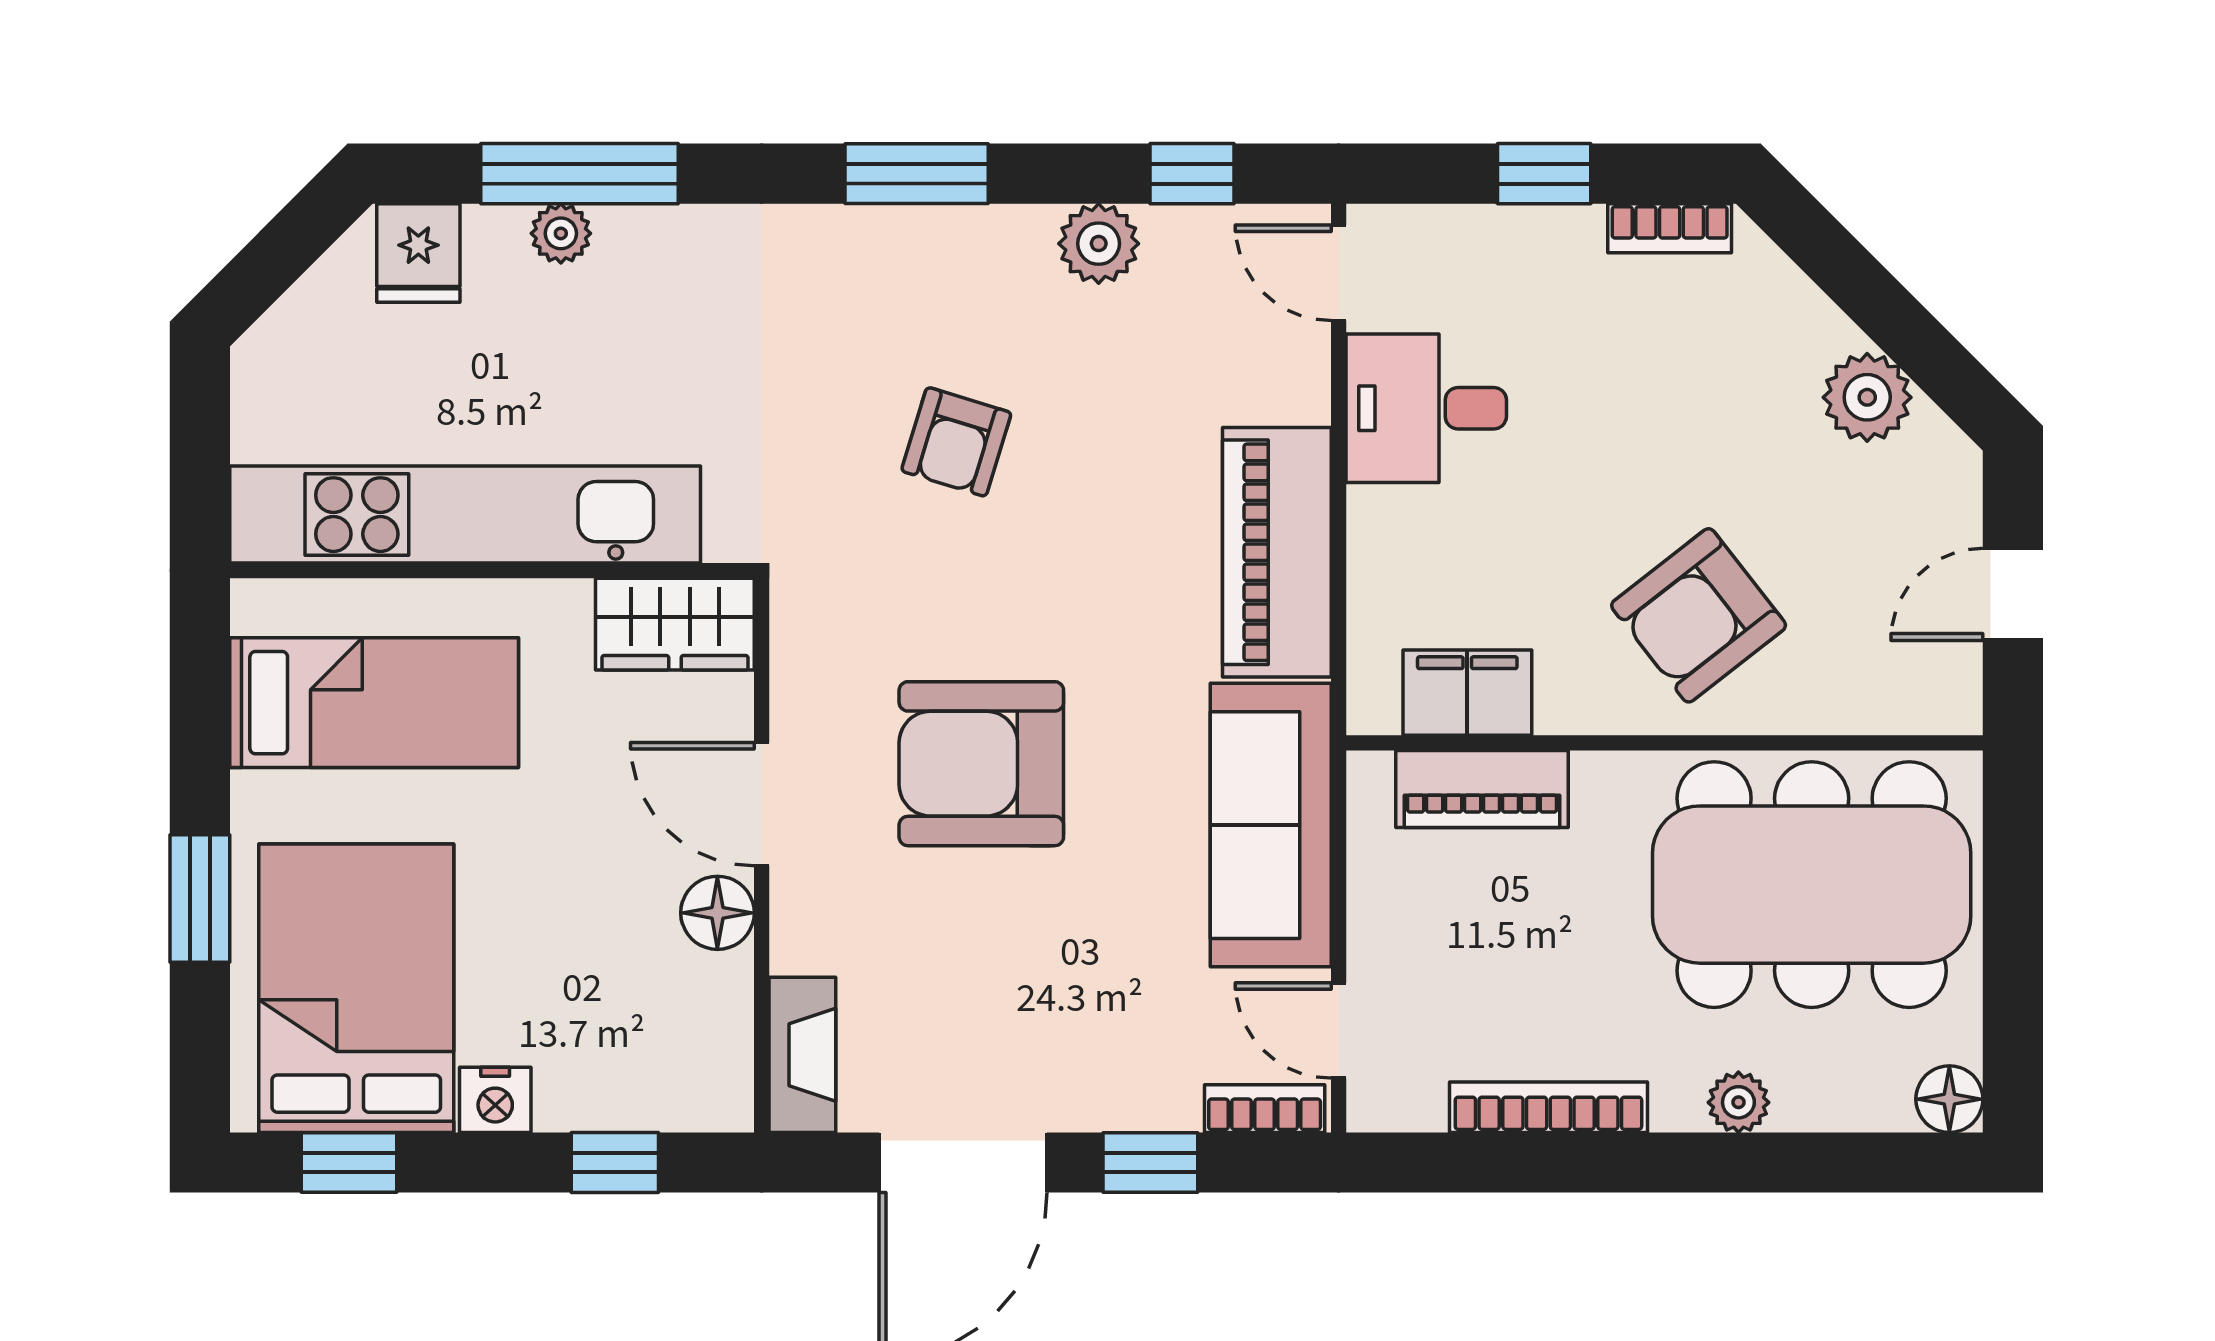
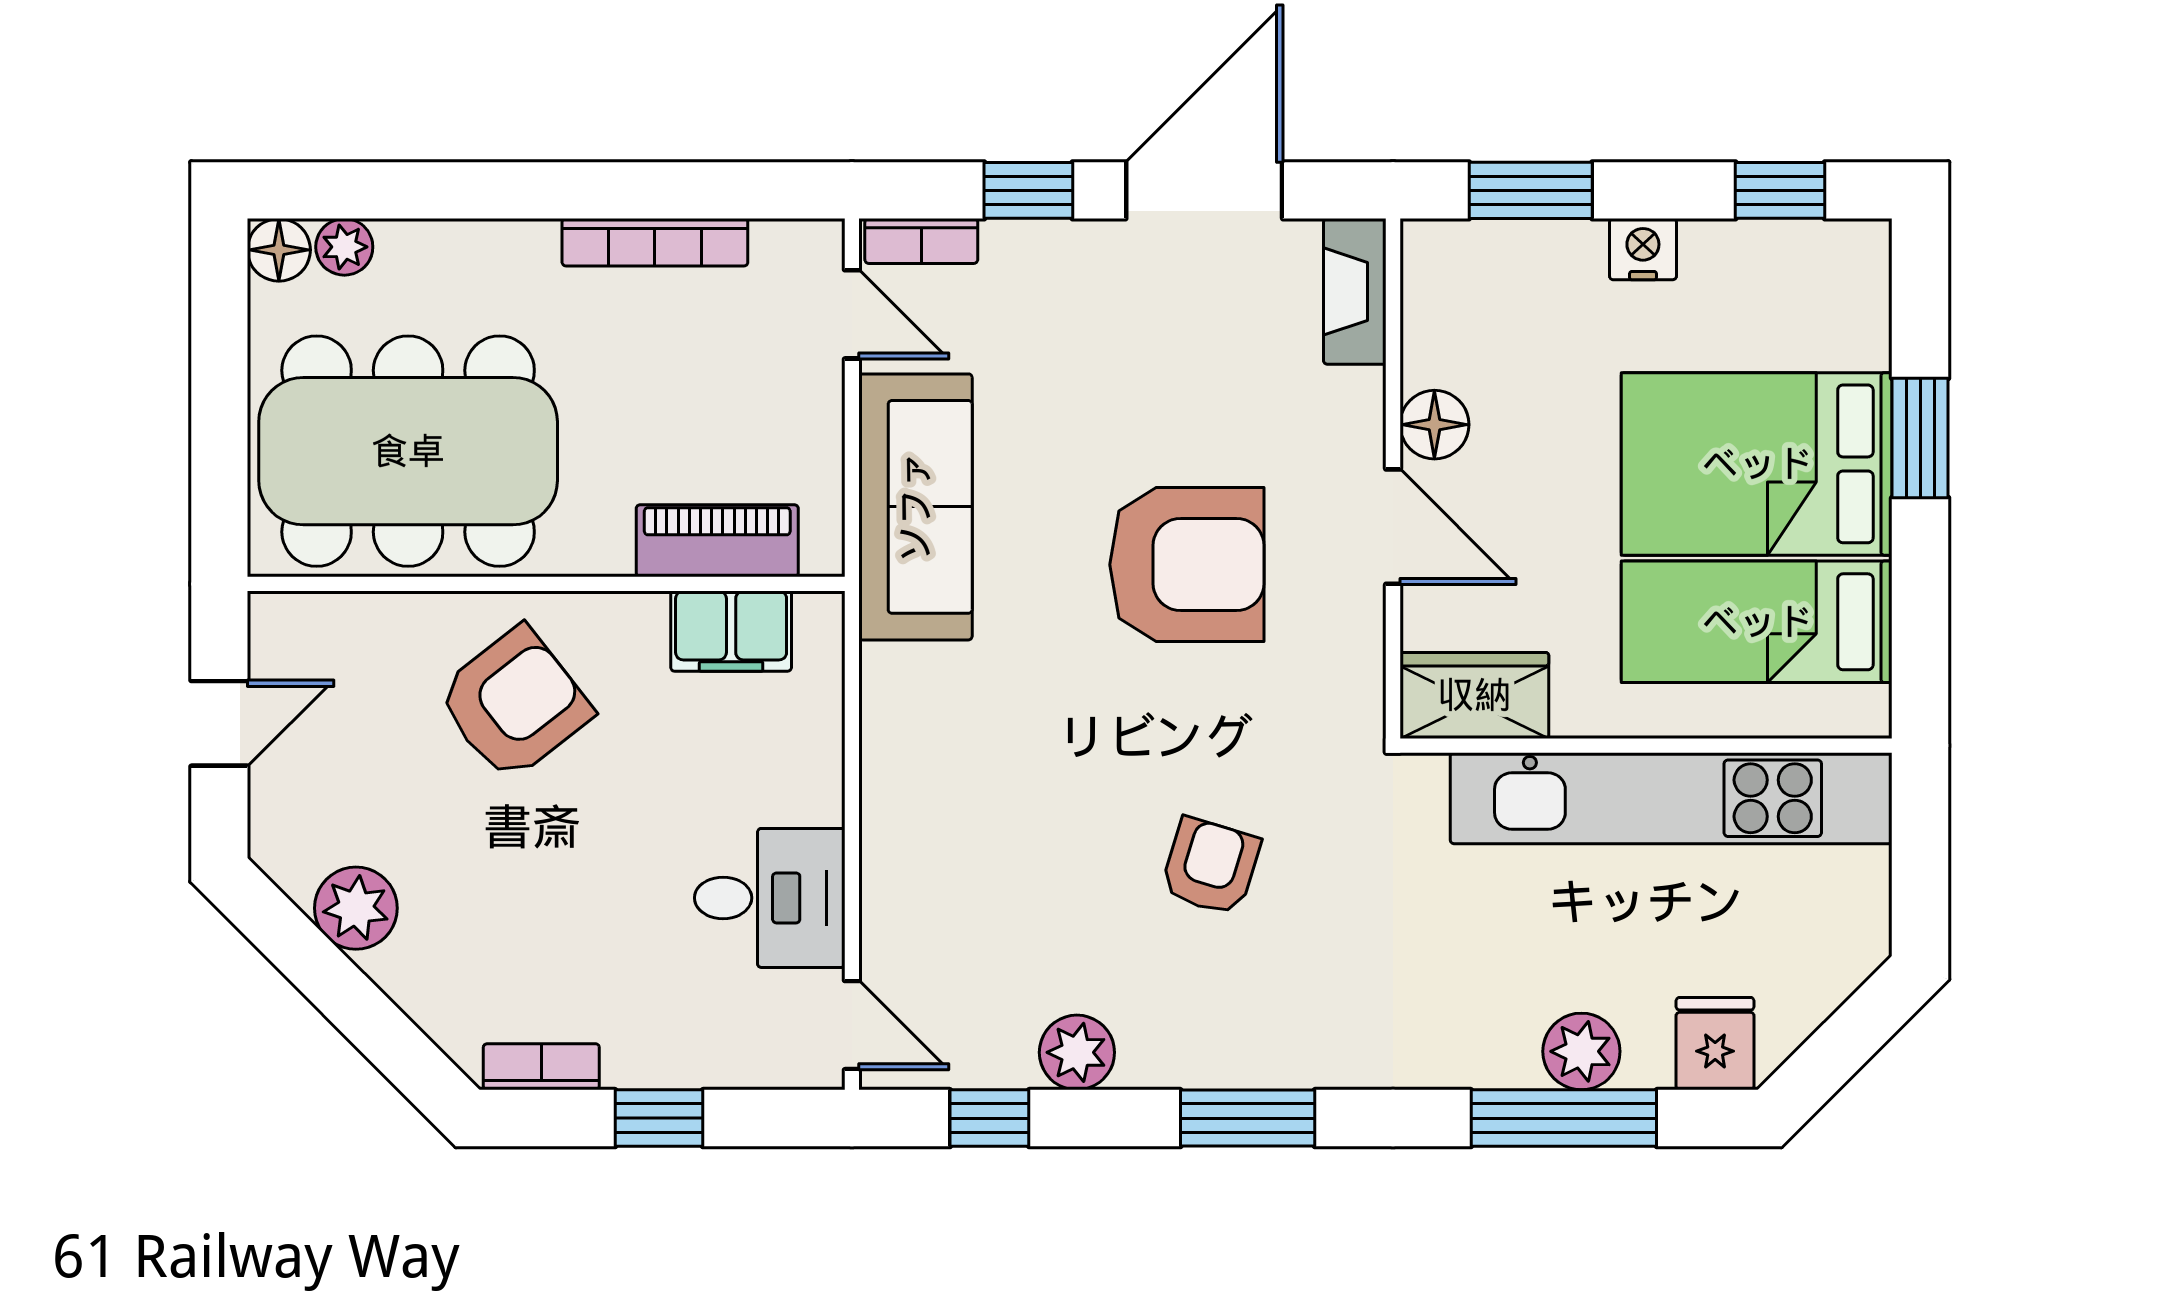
plant: (561, 233) -> (1581, 1051), width x1.38, depth x1.38
piano: (1277, 552) -> (910, 763), removed
bed: (356, 988) -> (1757, 464), moved, turned 90
plant: (1738, 1102) -> (344, 247), moved
window: (615, 1163) -> (1531, 190), width x1.50

